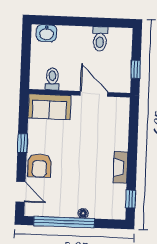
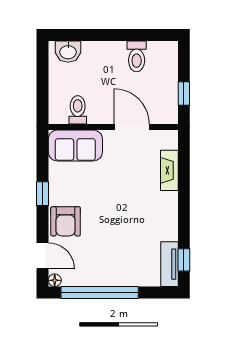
fireplace: (121, 167) -> (169, 170), moved
tv unit: (119, 202) -> (169, 264), added
floor lamp: (83, 213) -> (55, 280), moved

